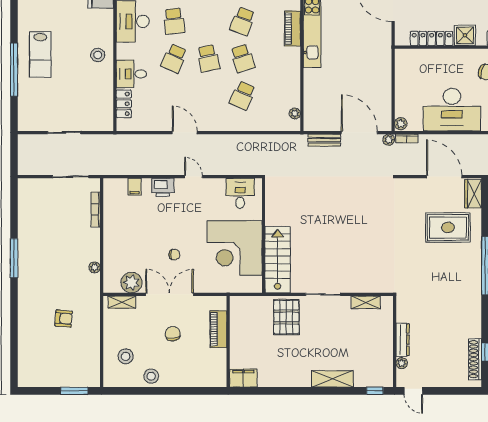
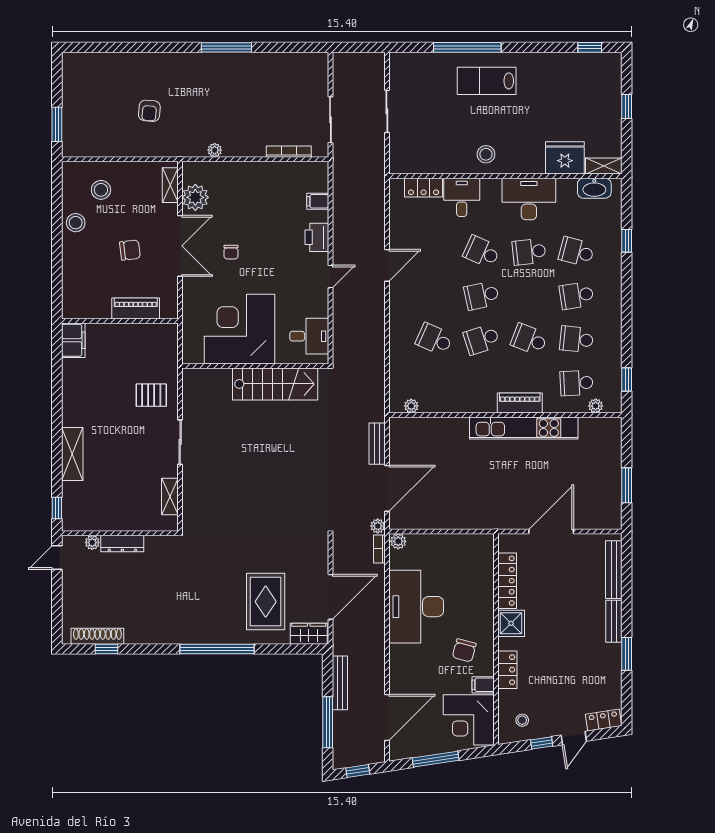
stairs: (278, 260) -> (275, 384), moved
pallet: (286, 317) -> (151, 395), width x0.67, depth x0.71

